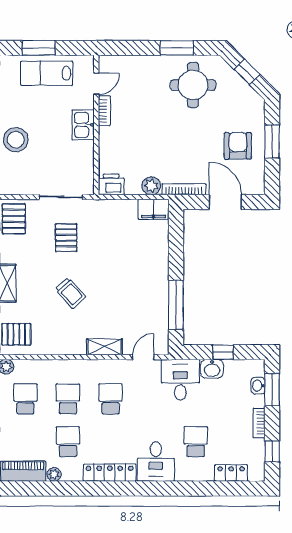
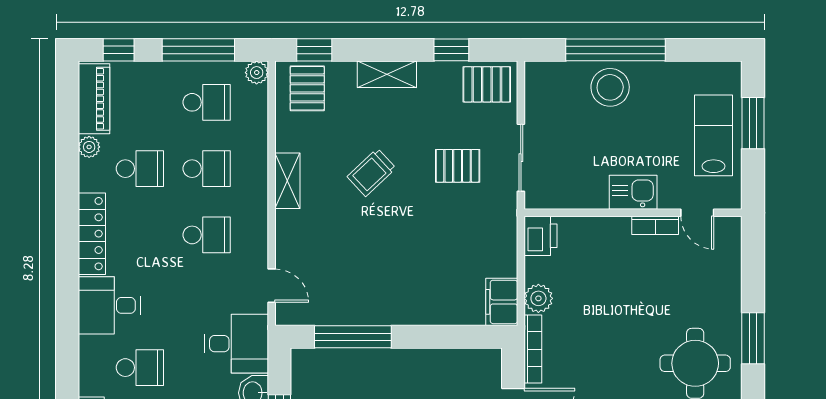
shelving: (105, 347) -> (287, 181), moved

